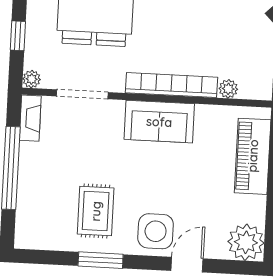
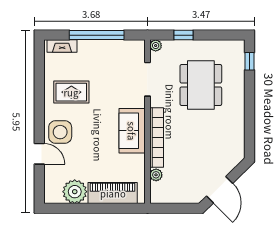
fireplace: (30, 118) -> (62, 46), moved
plant: (246, 242) -> (75, 192), moved
window: (101, 260) -> (39, 97), removed

